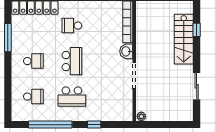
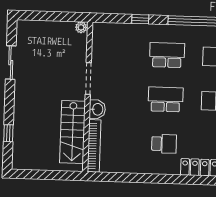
stairs: (184, 39) -> (72, 132), moved, turned 180
school desk: (72, 61) -> (166, 99), turned 90

